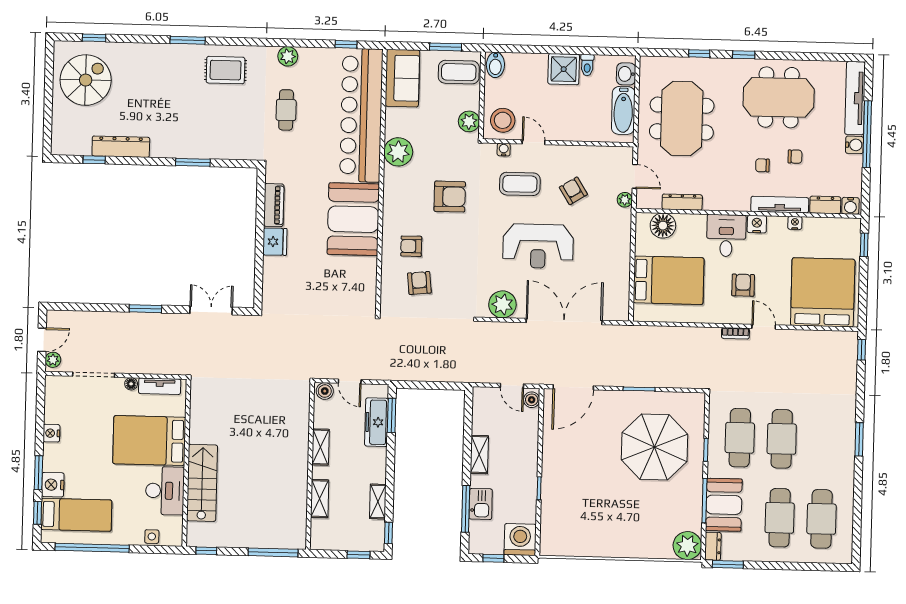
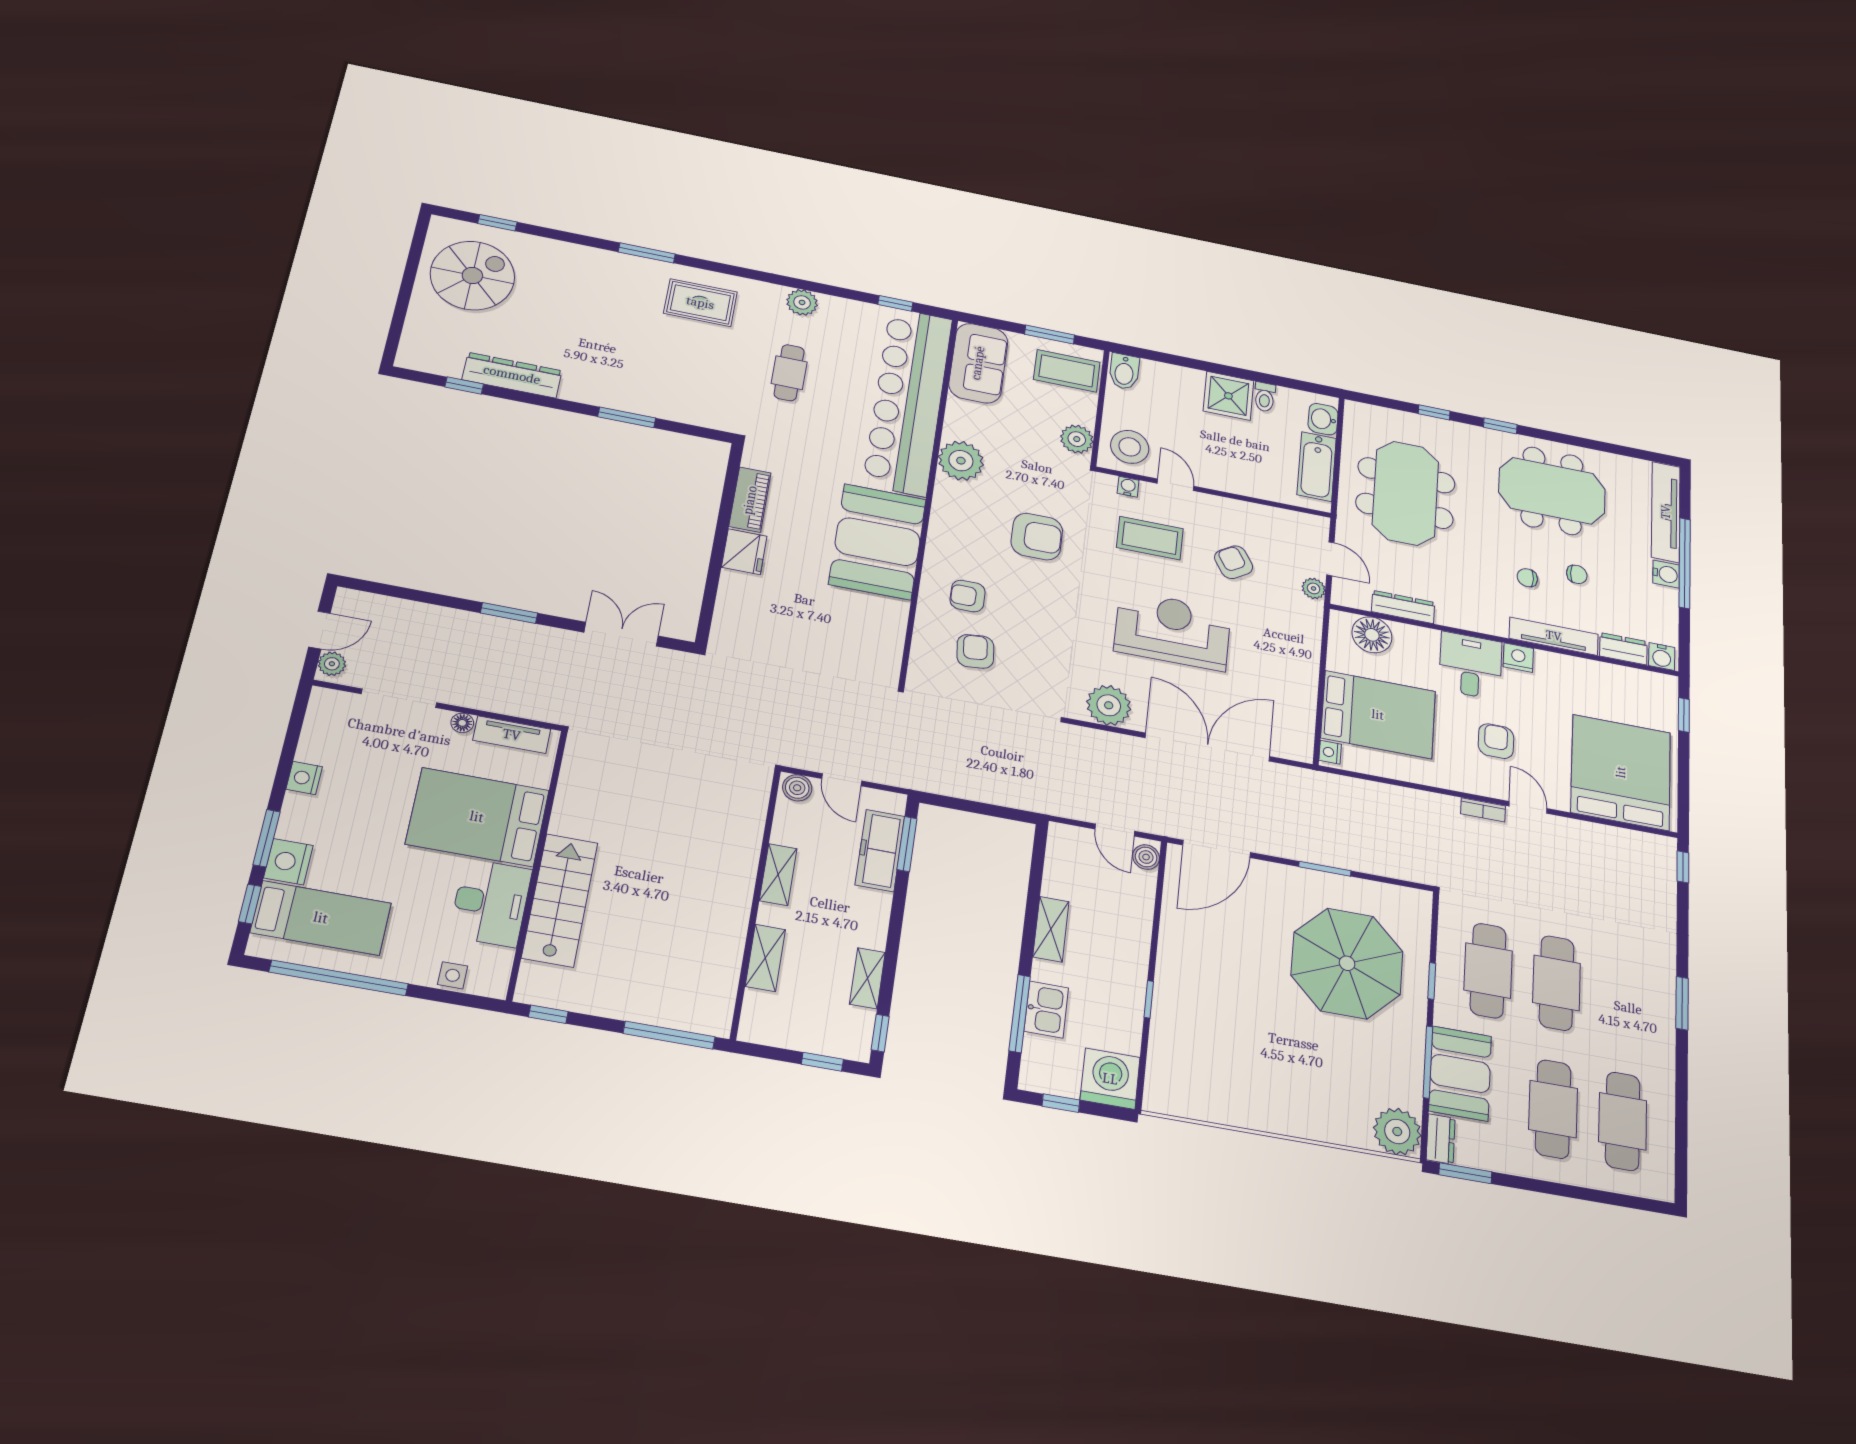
nightstand: (795, 223) -> (1330, 752), moved, turned -90
reception desk: (538, 246) -> (1173, 630), turned 180

